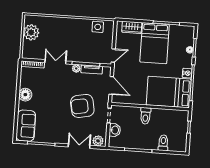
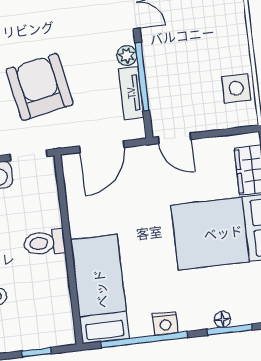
bed: (169, 92) -> (100, 289), width x0.67

